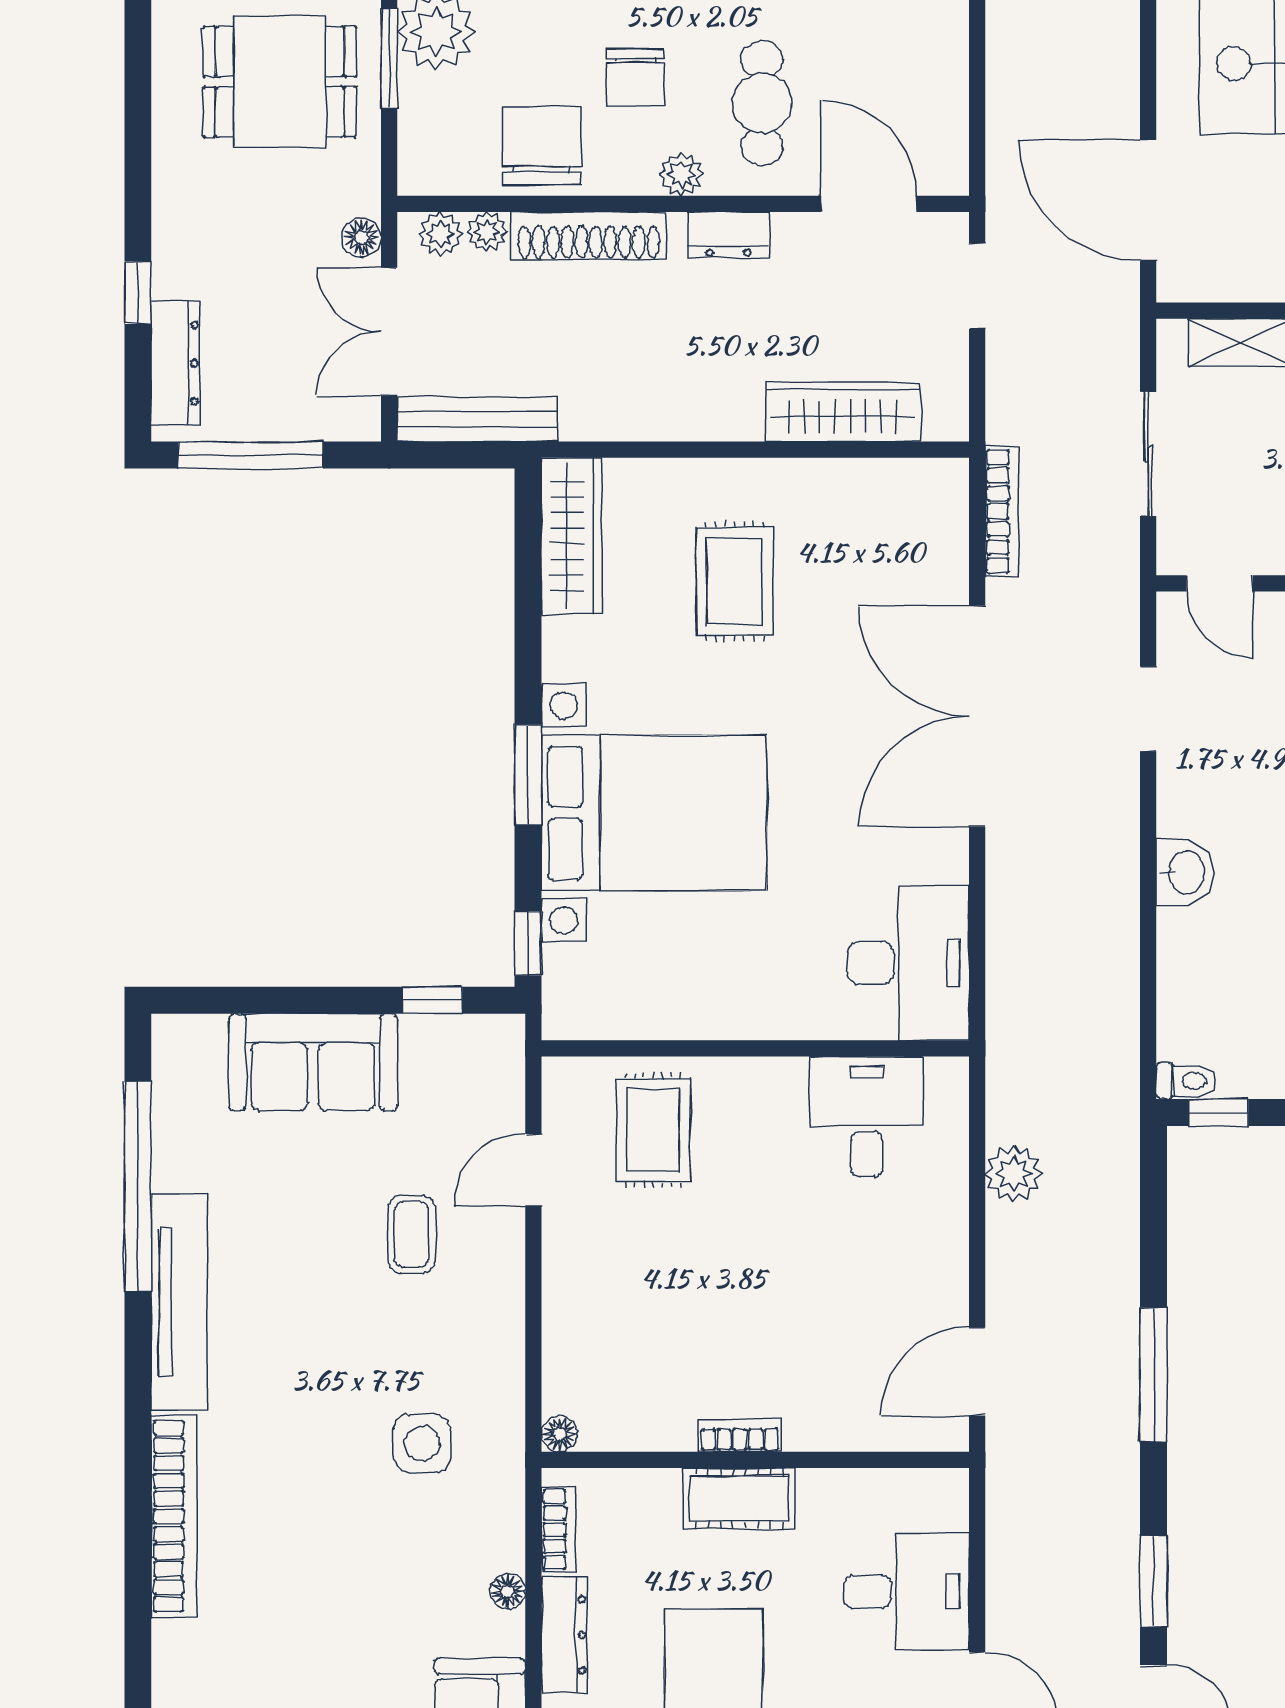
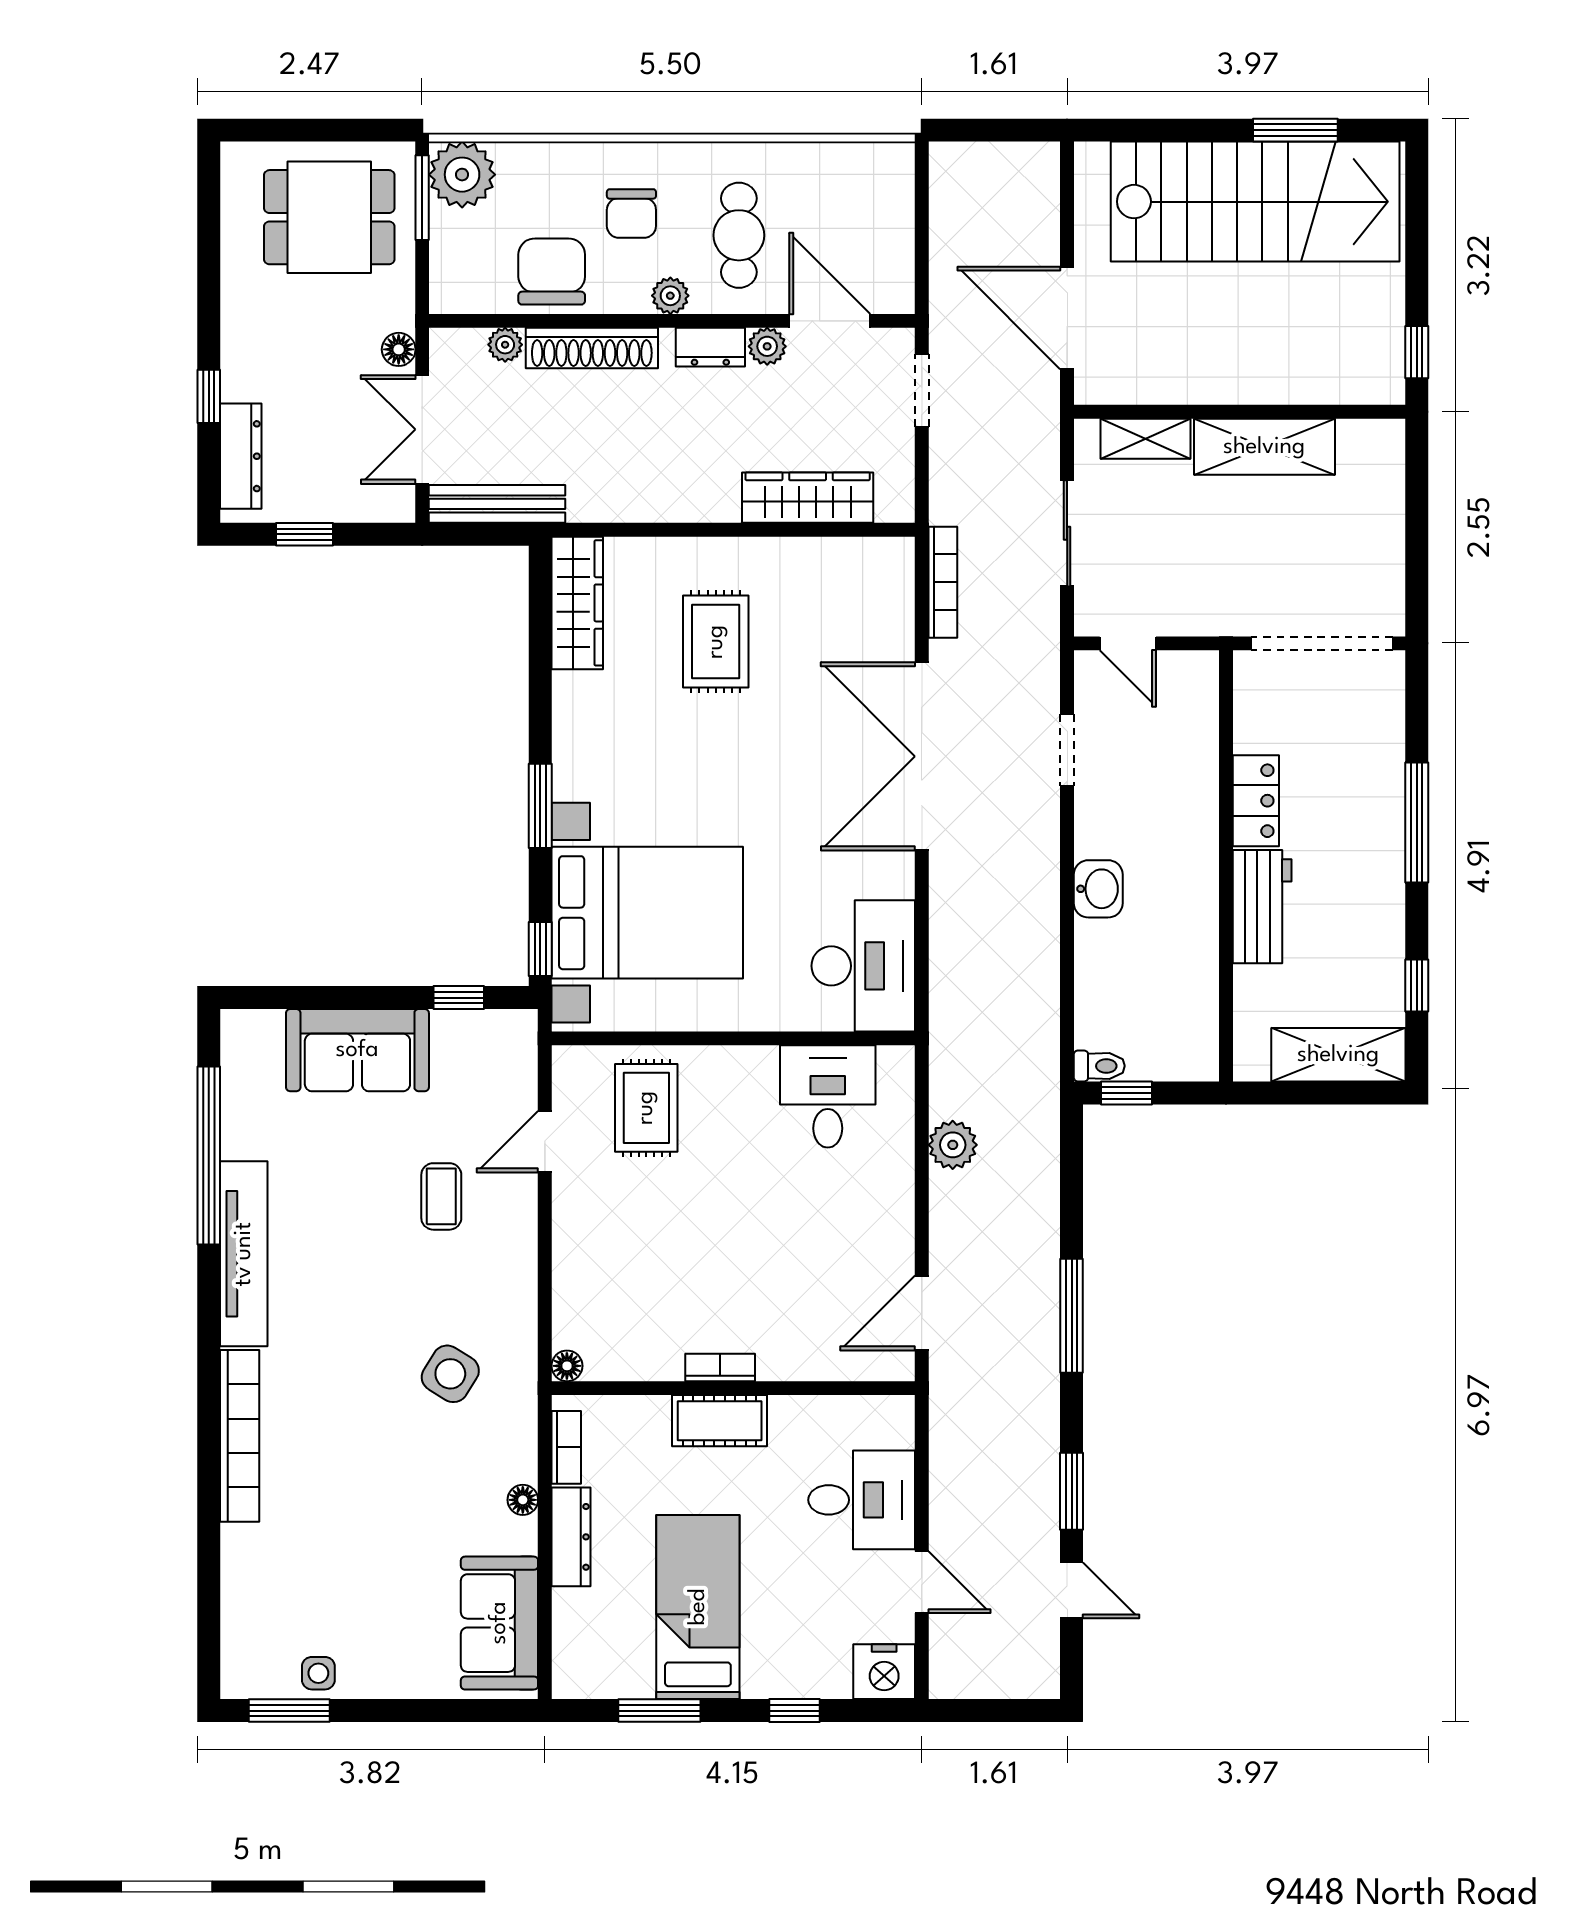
plant: (440, 234) -> (767, 346), moved
window: (251, 455) -> (305, 534), width x0.46
bed with nightstands: (654, 813) -> (647, 913), moved
side table: (422, 1443) -> (450, 1374), turned 32

